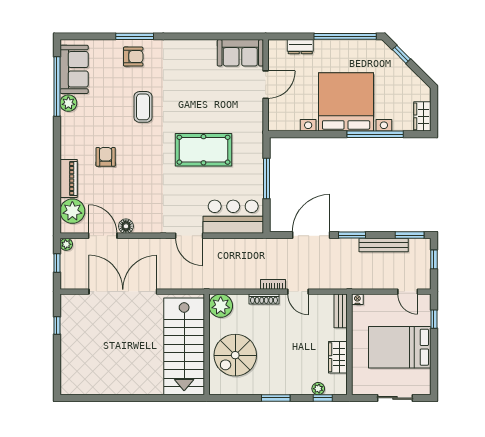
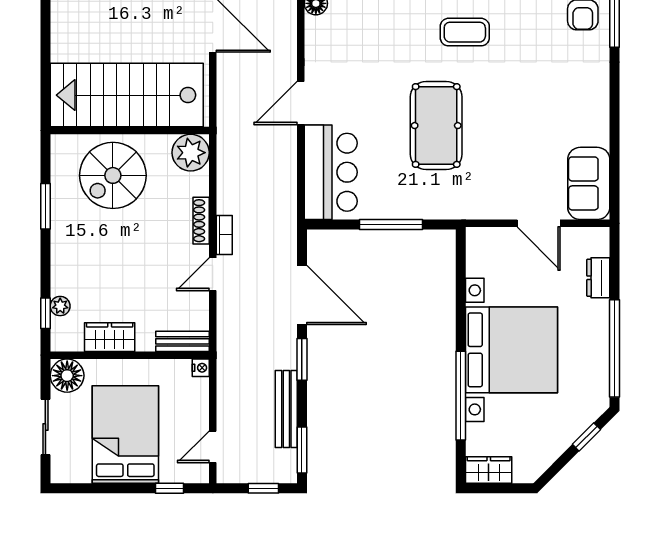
coffee table: (143, 107) -> (465, 32), moved
spiral stairs: (235, 355) -> (113, 175), turned -90
floor lamp: (362, 384) -> (67, 376), added
window: (276, 398) -> (45, 206), moved

